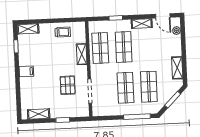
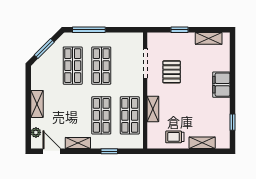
shelving: (28, 29) -> (202, 143), moved
shelving: (177, 68) -> (37, 104), moved
filing cabinet: (26, 71) -> (221, 85), width x2.00

